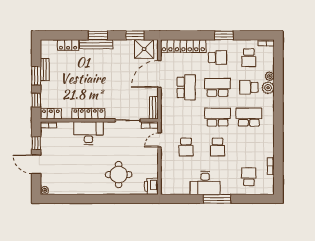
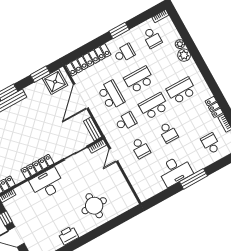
school desk: (249, 87) -> (126, 122), moved, turned 180
locker: (269, 147) -> (214, 107), added
printer: (151, 186) -> (68, 235), moved, turned 90

